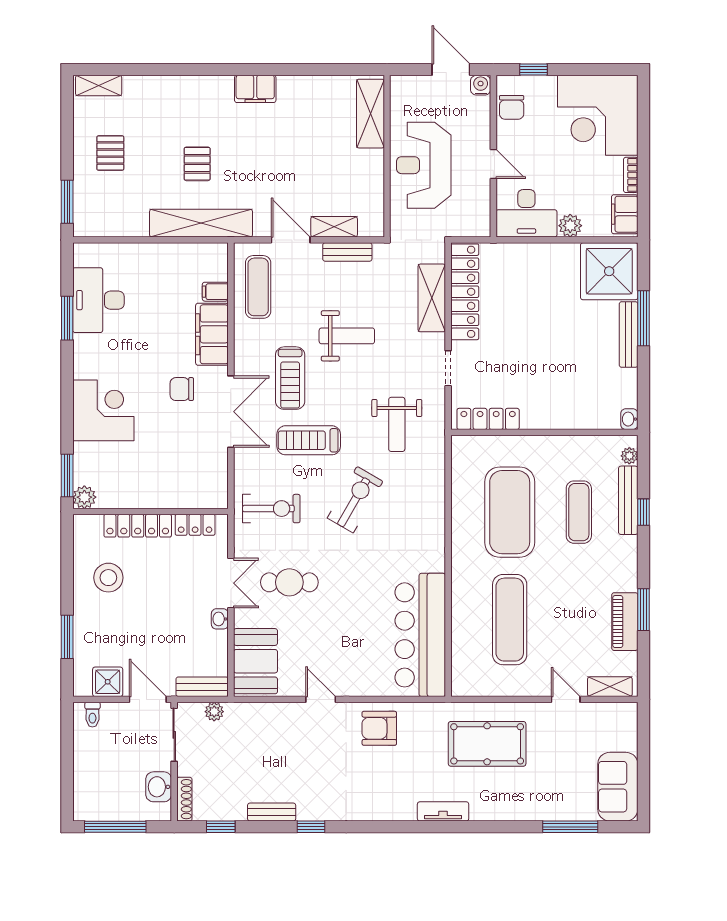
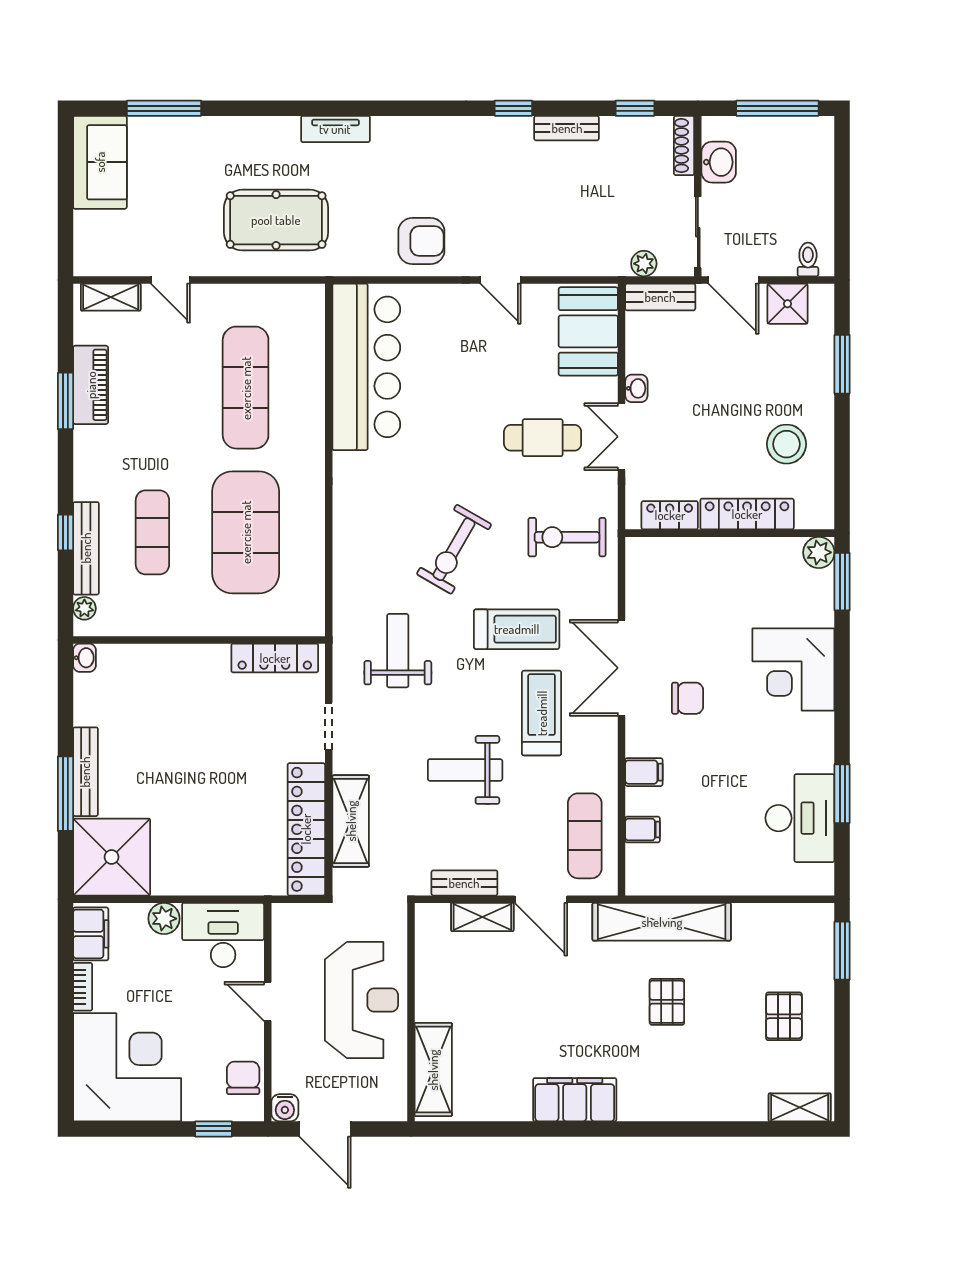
filing cabinet: (255, 89) -> (575, 1100), width x1.50, depth x1.17
filing cabinet: (212, 334) -> (644, 772), width x0.33, depth x0.86

